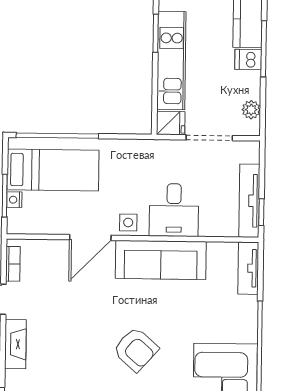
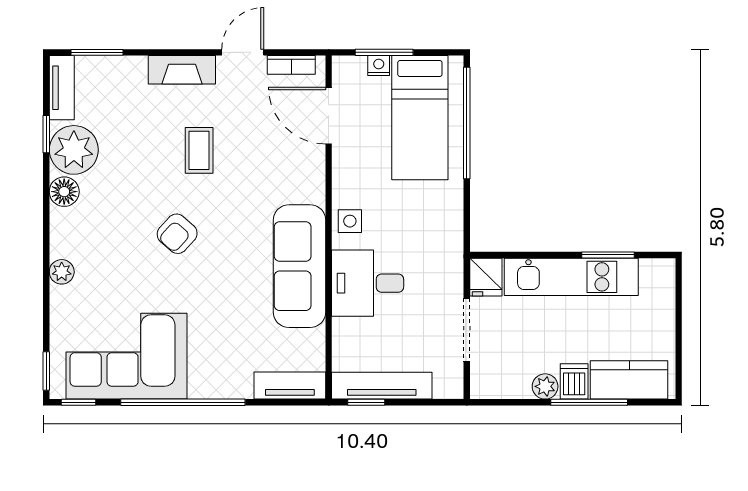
plant: (251, 110) -> (545, 386), moved
door: (90, 237) -> (329, 116), moved
coffee table: (75, 332) -> (199, 150), added
armchair: (136, 349) -> (177, 234), width x0.72, depth x0.72

